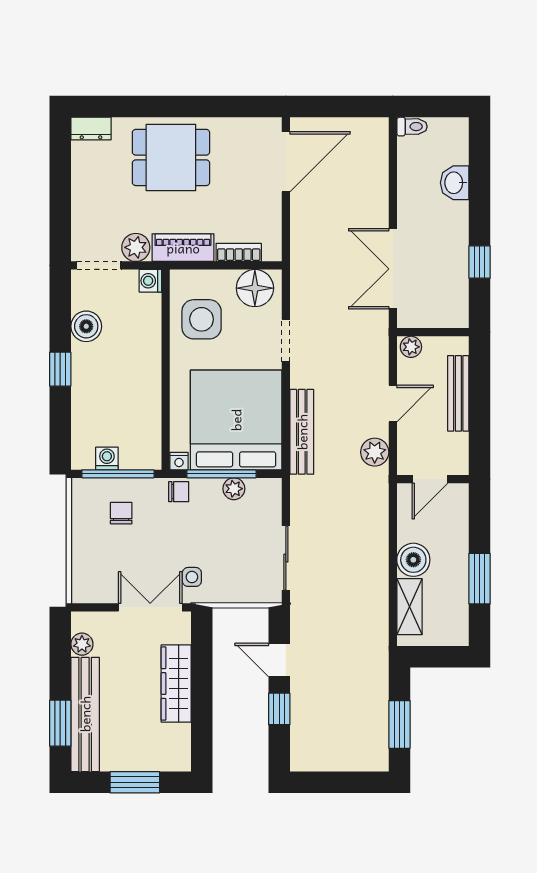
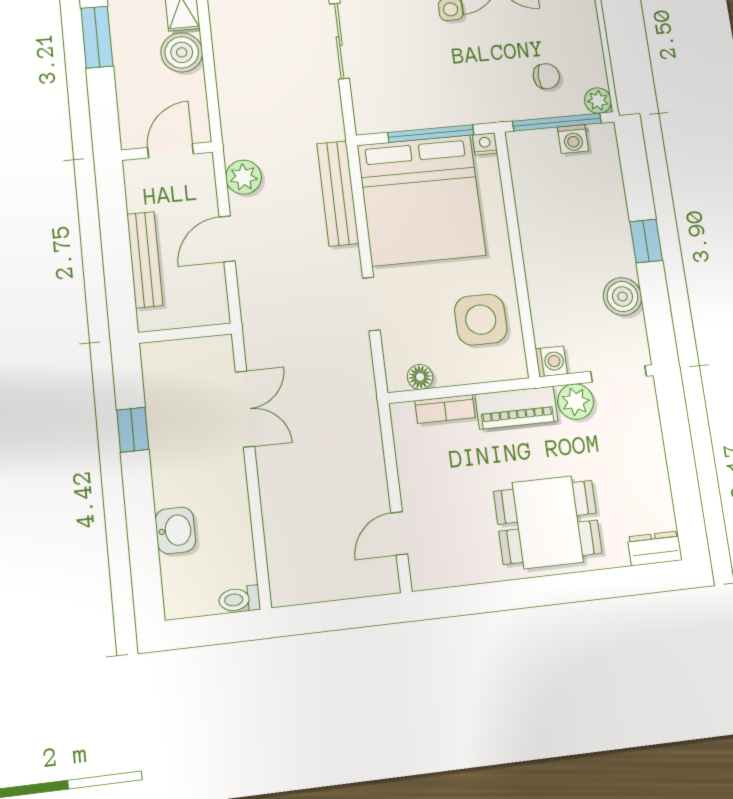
door: (286, 162) -> (399, 533), width x0.53
double door: (393, 269) -> (245, 409), width x0.73
floor lamp: (255, 288) -> (420, 377), width x0.53, depth x0.53
plant: (411, 347) -> (211, 312), removed
plant: (234, 489) -> (598, 101), moved
chair: (179, 492) -> (480, 108), removed
chair: (121, 513) -> (546, 76), turned -90

